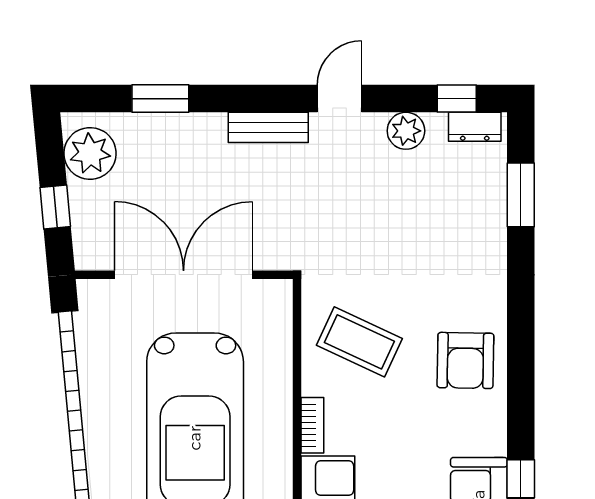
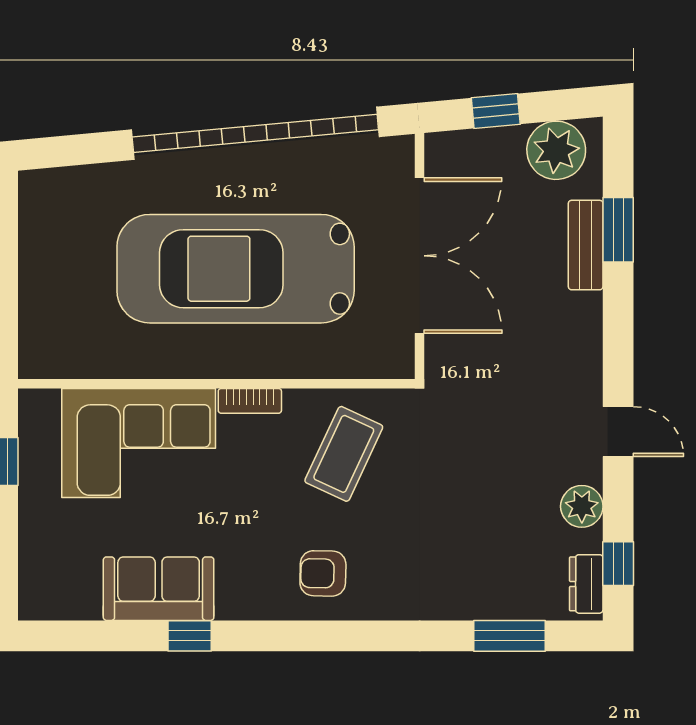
bench: (268, 127) -> (586, 245), moved
armchair: (465, 360) -> (323, 573), width x0.72, depth x0.72

